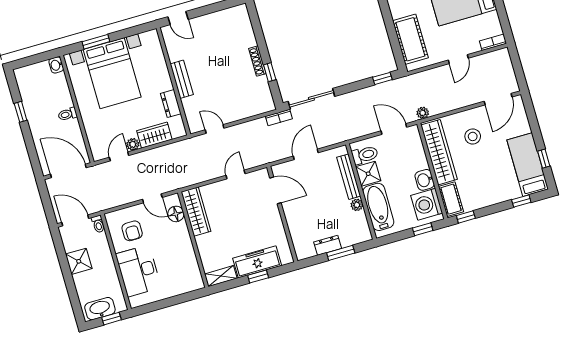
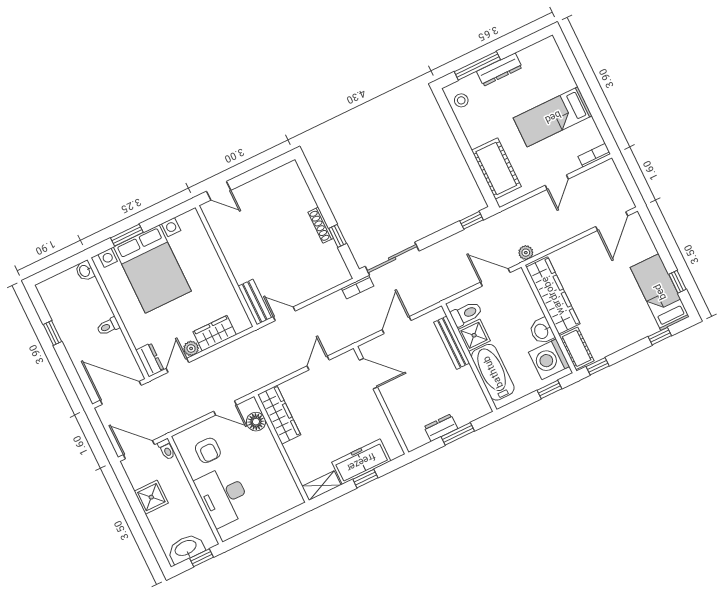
bench: (182, 79) -> (255, 302), moved
dresser: (171, 104) -> (150, 360), moved, turned 180
stool: (473, 136) -> (589, 270), removed
plant: (357, 205) -> (467, 374), removed

